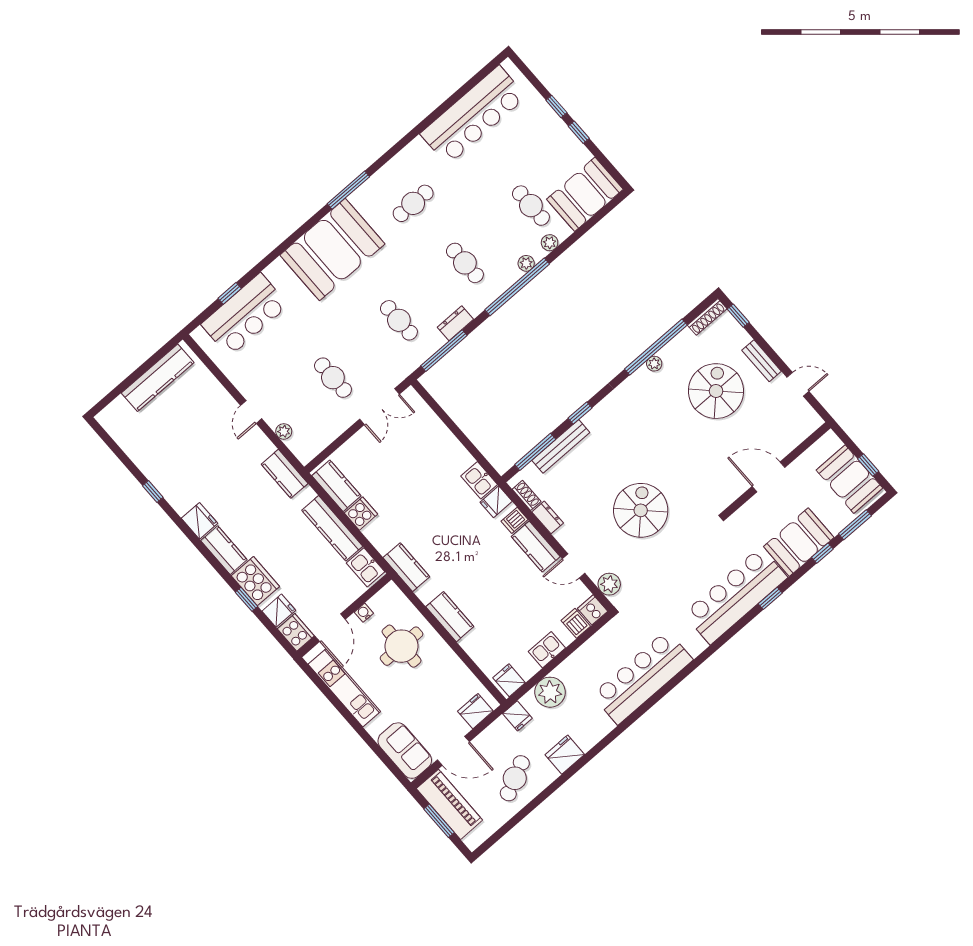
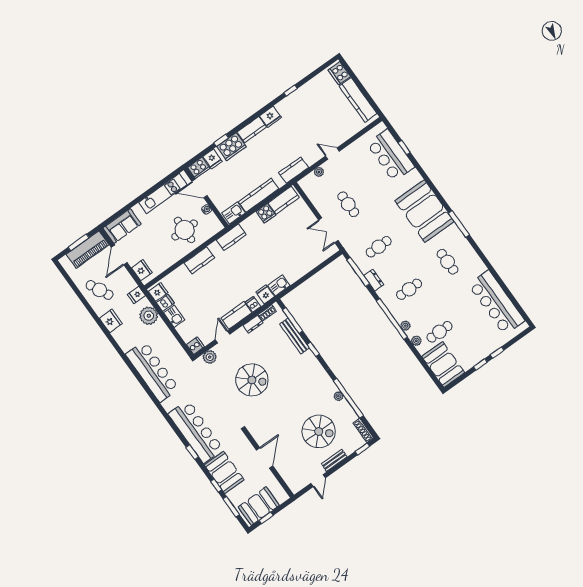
cafe table: (333, 378) -> (348, 204), turned 90
cooker: (116, 413) -> (339, 73), added
dishwasher: (576, 623) -> (165, 303), moved

